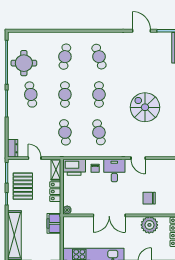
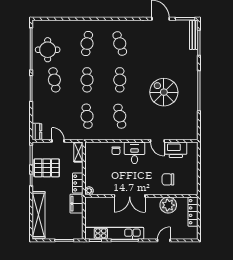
printer: (74, 167) -> (176, 150), moved
pallet: (23, 186) -> (47, 168), turned 90
locker: (55, 192) -> (78, 183), moved

